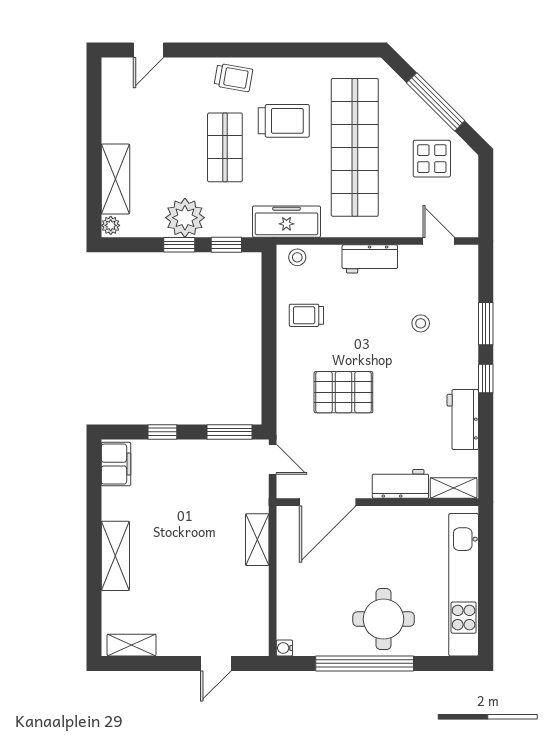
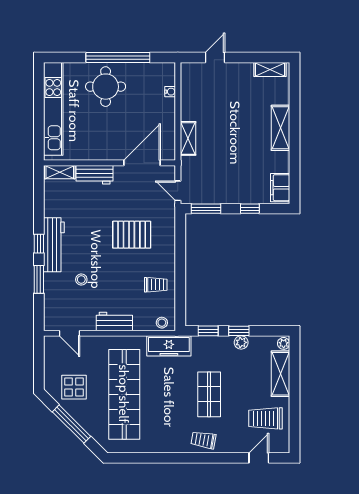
trolley: (284, 121) -> (266, 418), moved
plant: (185, 218) -> (241, 342), width x0.53, depth x0.53
workbench: (463, 420) -> (54, 245), moved, width x1.38
water cooler: (284, 648) -> (170, 92), moved

